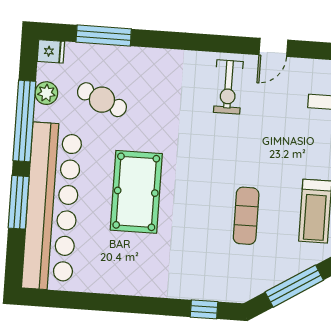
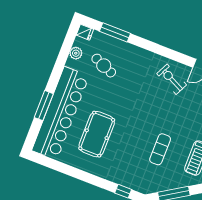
exercise bike: (228, 87) -> (172, 79), turned 116
window: (24, 121) -> (60, 64), removed
pool table: (136, 192) -> (97, 134), moved

